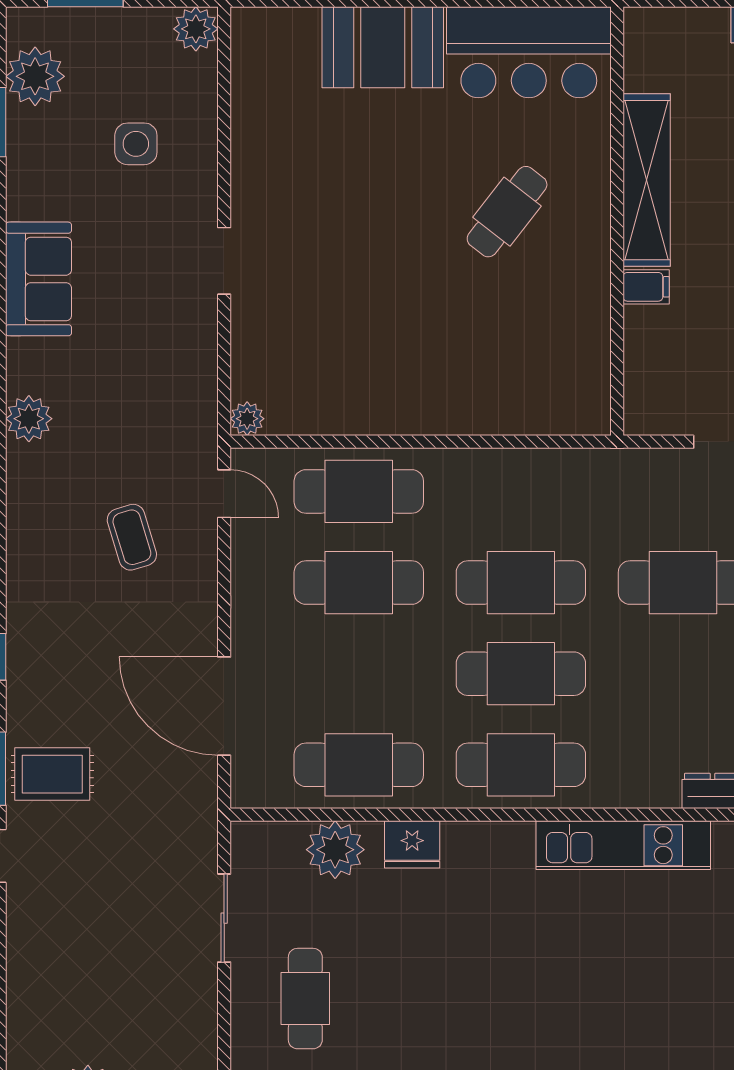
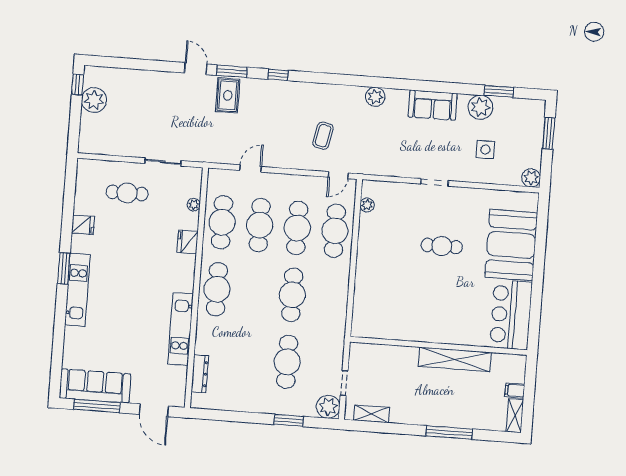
booth: (383, 47) -> (511, 245), width x1.36, depth x1.42
plant: (35, 76) -> (480, 107), moved
cafe table: (507, 212) -> (442, 246), moved, turned -38
filing cabinet: (646, 287) -> (515, 391), moved, turned 90
plant: (247, 419) -> (367, 205), moved
coffee table: (132, 537) -> (323, 136), turned -61
cafe table: (521, 674) -> (260, 225), moved
door: (224, 706) -> (250, 168), width x0.53
plant: (335, 850) -> (194, 205), width x0.53, depth x0.53

